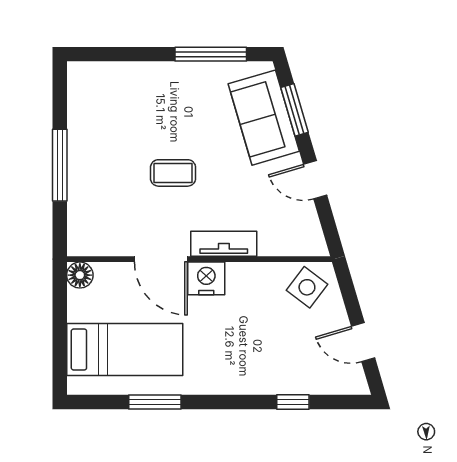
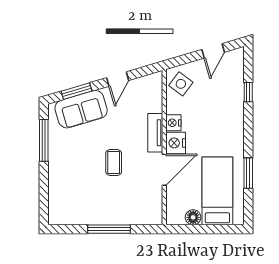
floor lamp: (80, 275) -> (193, 217), moved
nightstand: (241, 275) -> (173, 123), added

